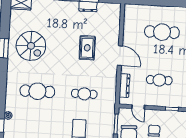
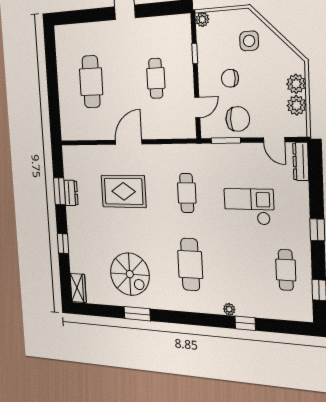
spiral stairs: (31, 46) -> (130, 274), turned 90
rug: (87, 48) -> (124, 191), width x1.36, depth x1.43
dresser: (124, 86) -> (169, 132), removed

